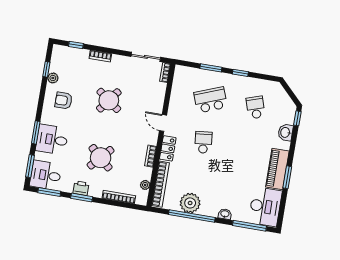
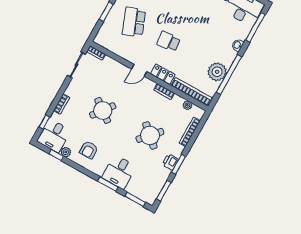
desk: (46, 175) -> (54, 136), moved

